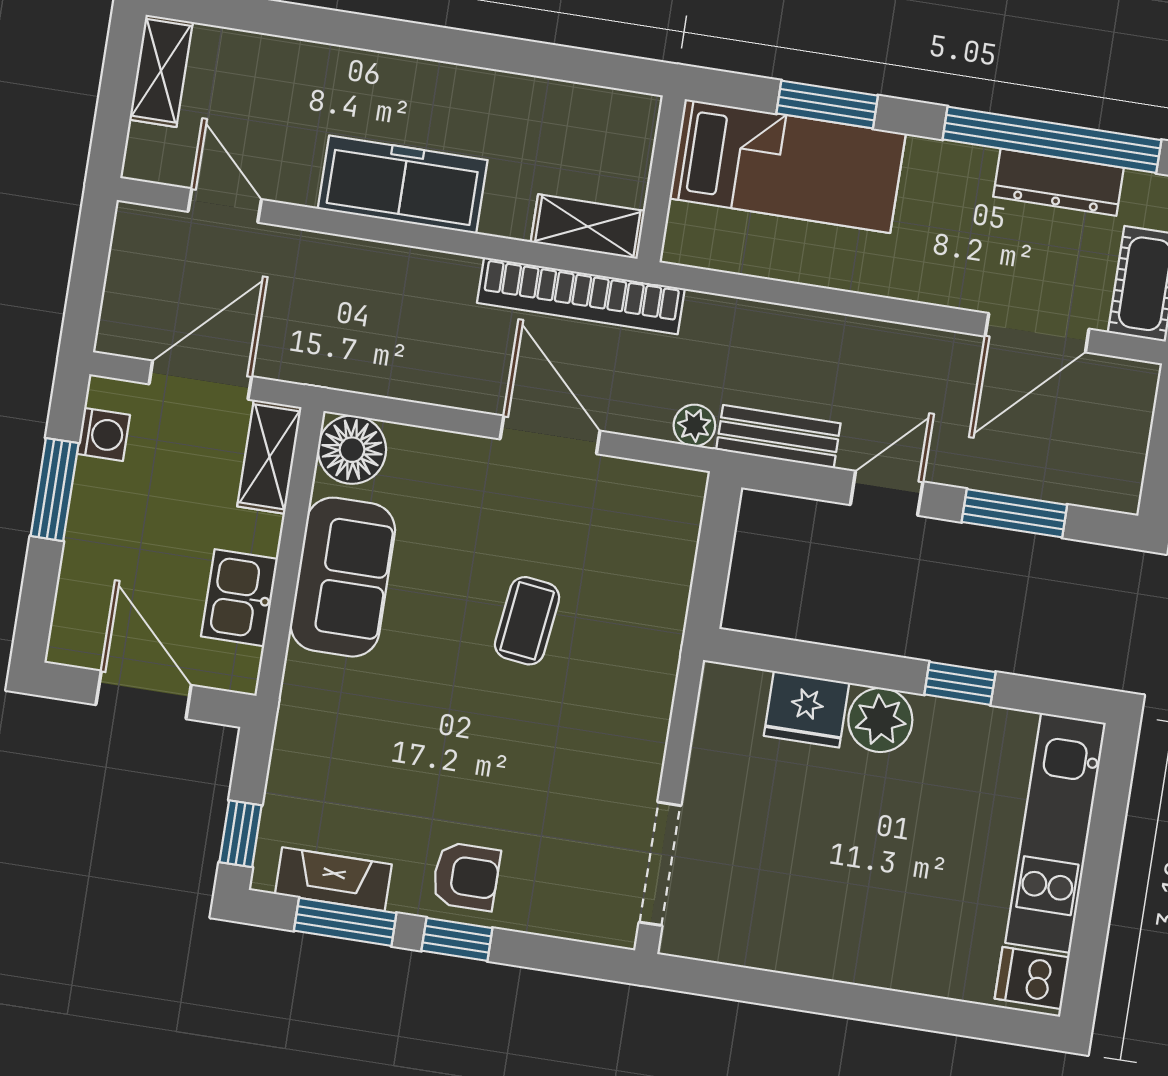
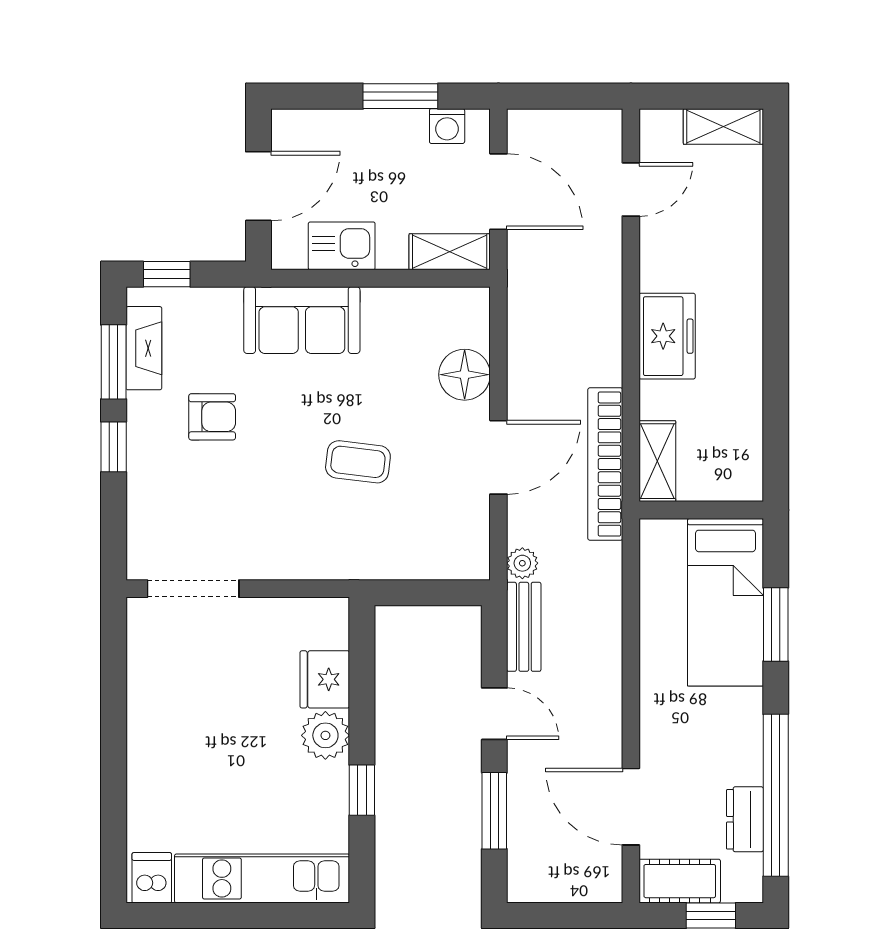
dresser: (1058, 182) -> (745, 819), width x0.70
freezer: (403, 184) -> (667, 336), width x0.71
floor lamp: (352, 450) -> (465, 375), moved
sofa: (343, 577) -> (302, 320), moved
armchair: (466, 876) -> (212, 417), moved, turned -90

